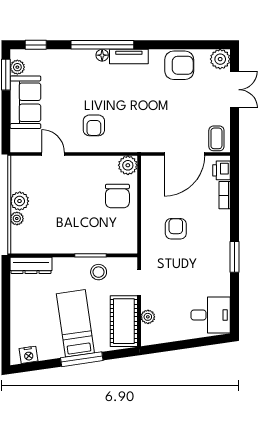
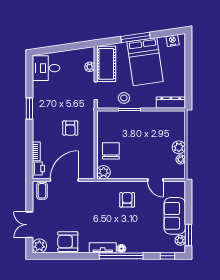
plant: (17, 218) -> (181, 159), moved
bed: (75, 323) -> (145, 62), width x1.50

